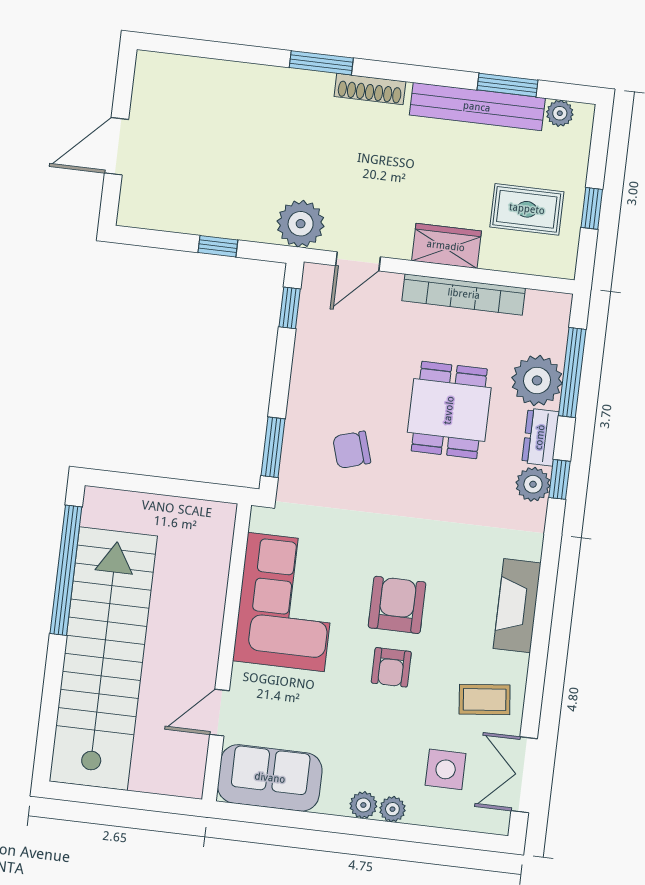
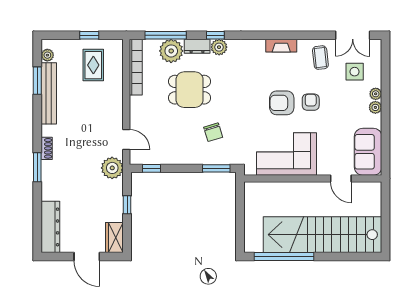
dresser: (190, 76) -> (50, 227), added
shoe rack: (370, 89) -> (47, 148), width x0.70
wardrobe: (446, 246) -> (114, 238), moved
bookcase: (464, 294) -> (136, 67), moved
fireplace: (517, 606) -> (281, 46), width x0.73, depth x0.76
armchair: (391, 667) -> (311, 102), turned -90

